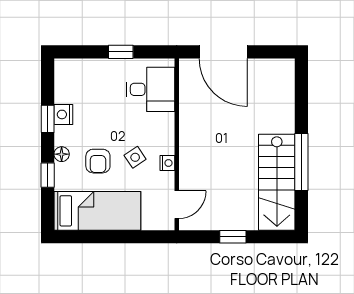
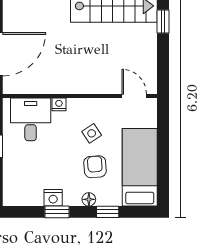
armchair: (98, 161) -> (95, 167), turned -94
nightstand: (167, 163) -> (59, 104), moved
window: (233, 237) -> (163, 22), moved

